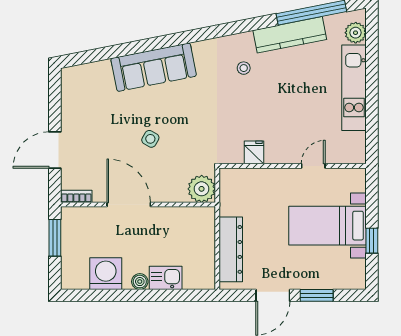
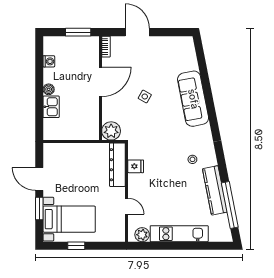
plant: (356, 33) -> (142, 235), moved
bed with nightstands: (328, 226) -> (69, 219), moved, turned 90
dresser: (231, 249) -> (117, 165), moved, turned 90
washing machine: (106, 274) -> (49, 61), width x0.53, depth x0.53

